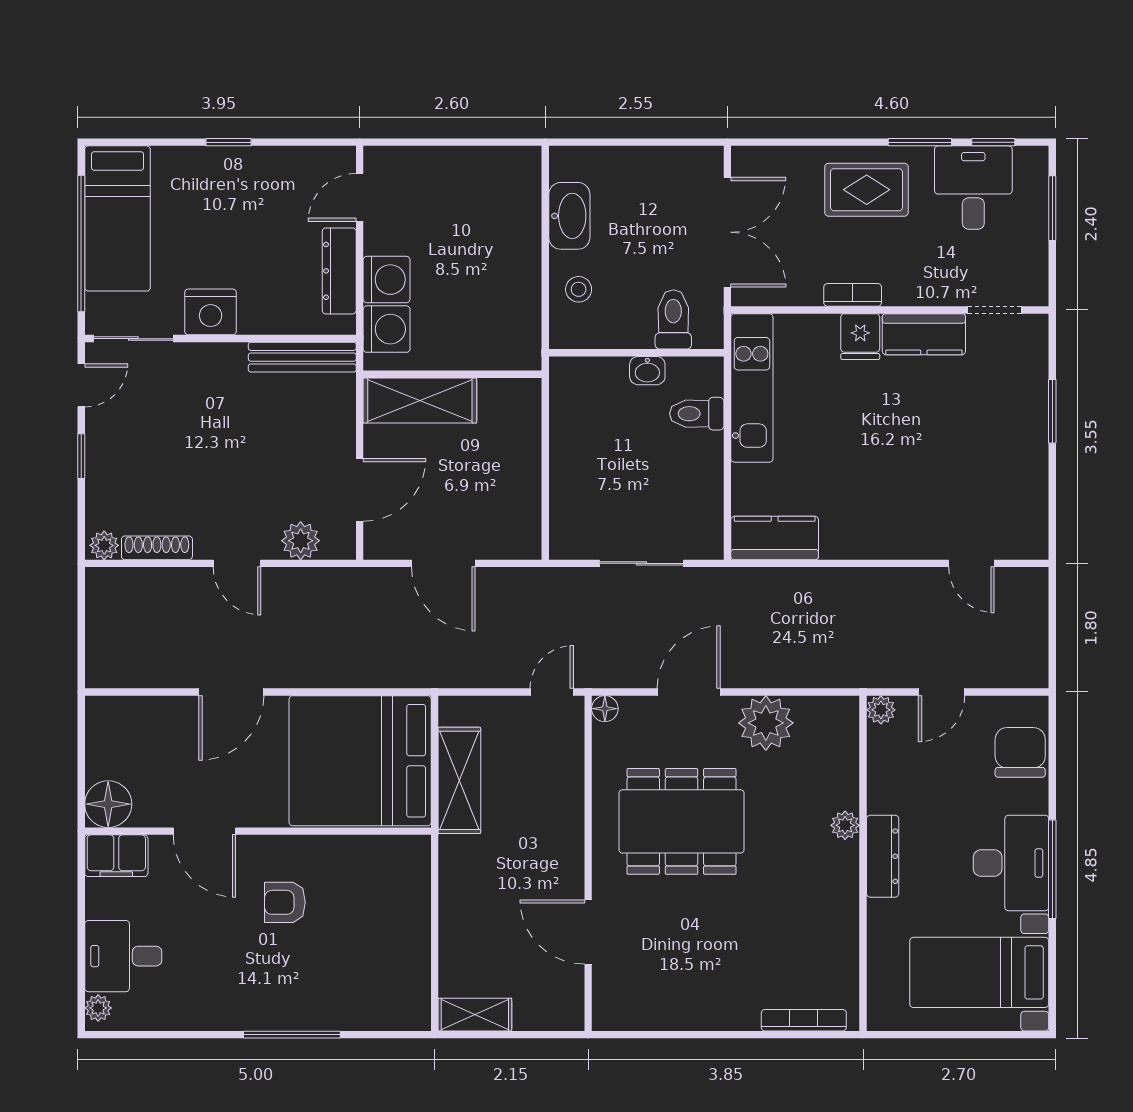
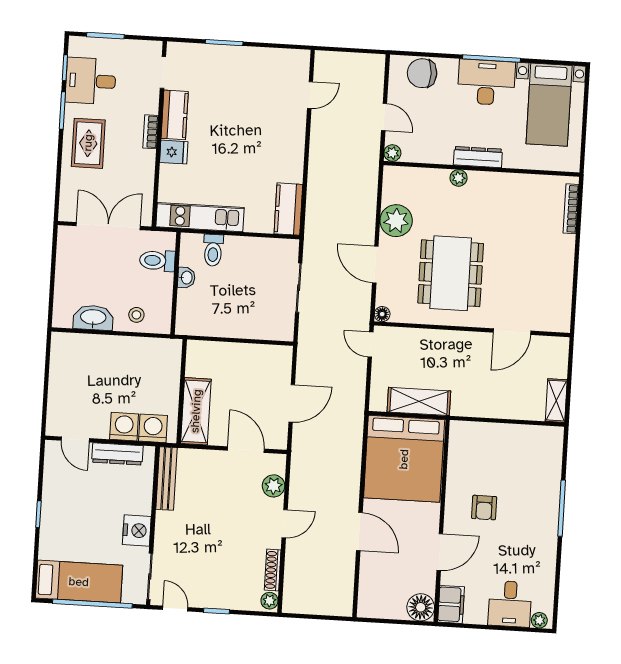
bookcase: (853, 295) -> (151, 132), moved

